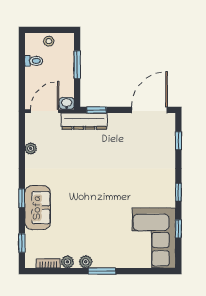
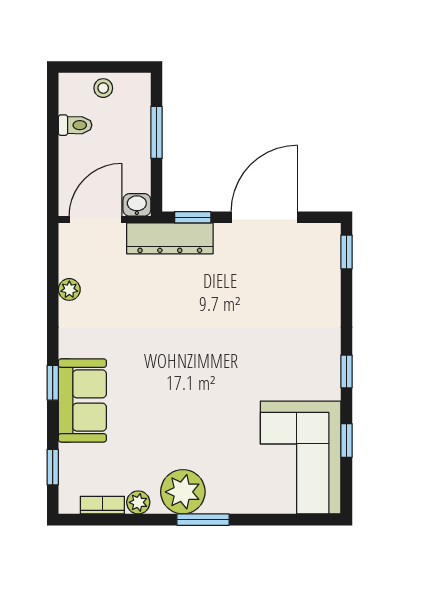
door: (149, 110) -> (264, 217), moved
window: (178, 141) -> (347, 252), moved
plant: (86, 262) -> (183, 492), width x1.87, depth x1.87

